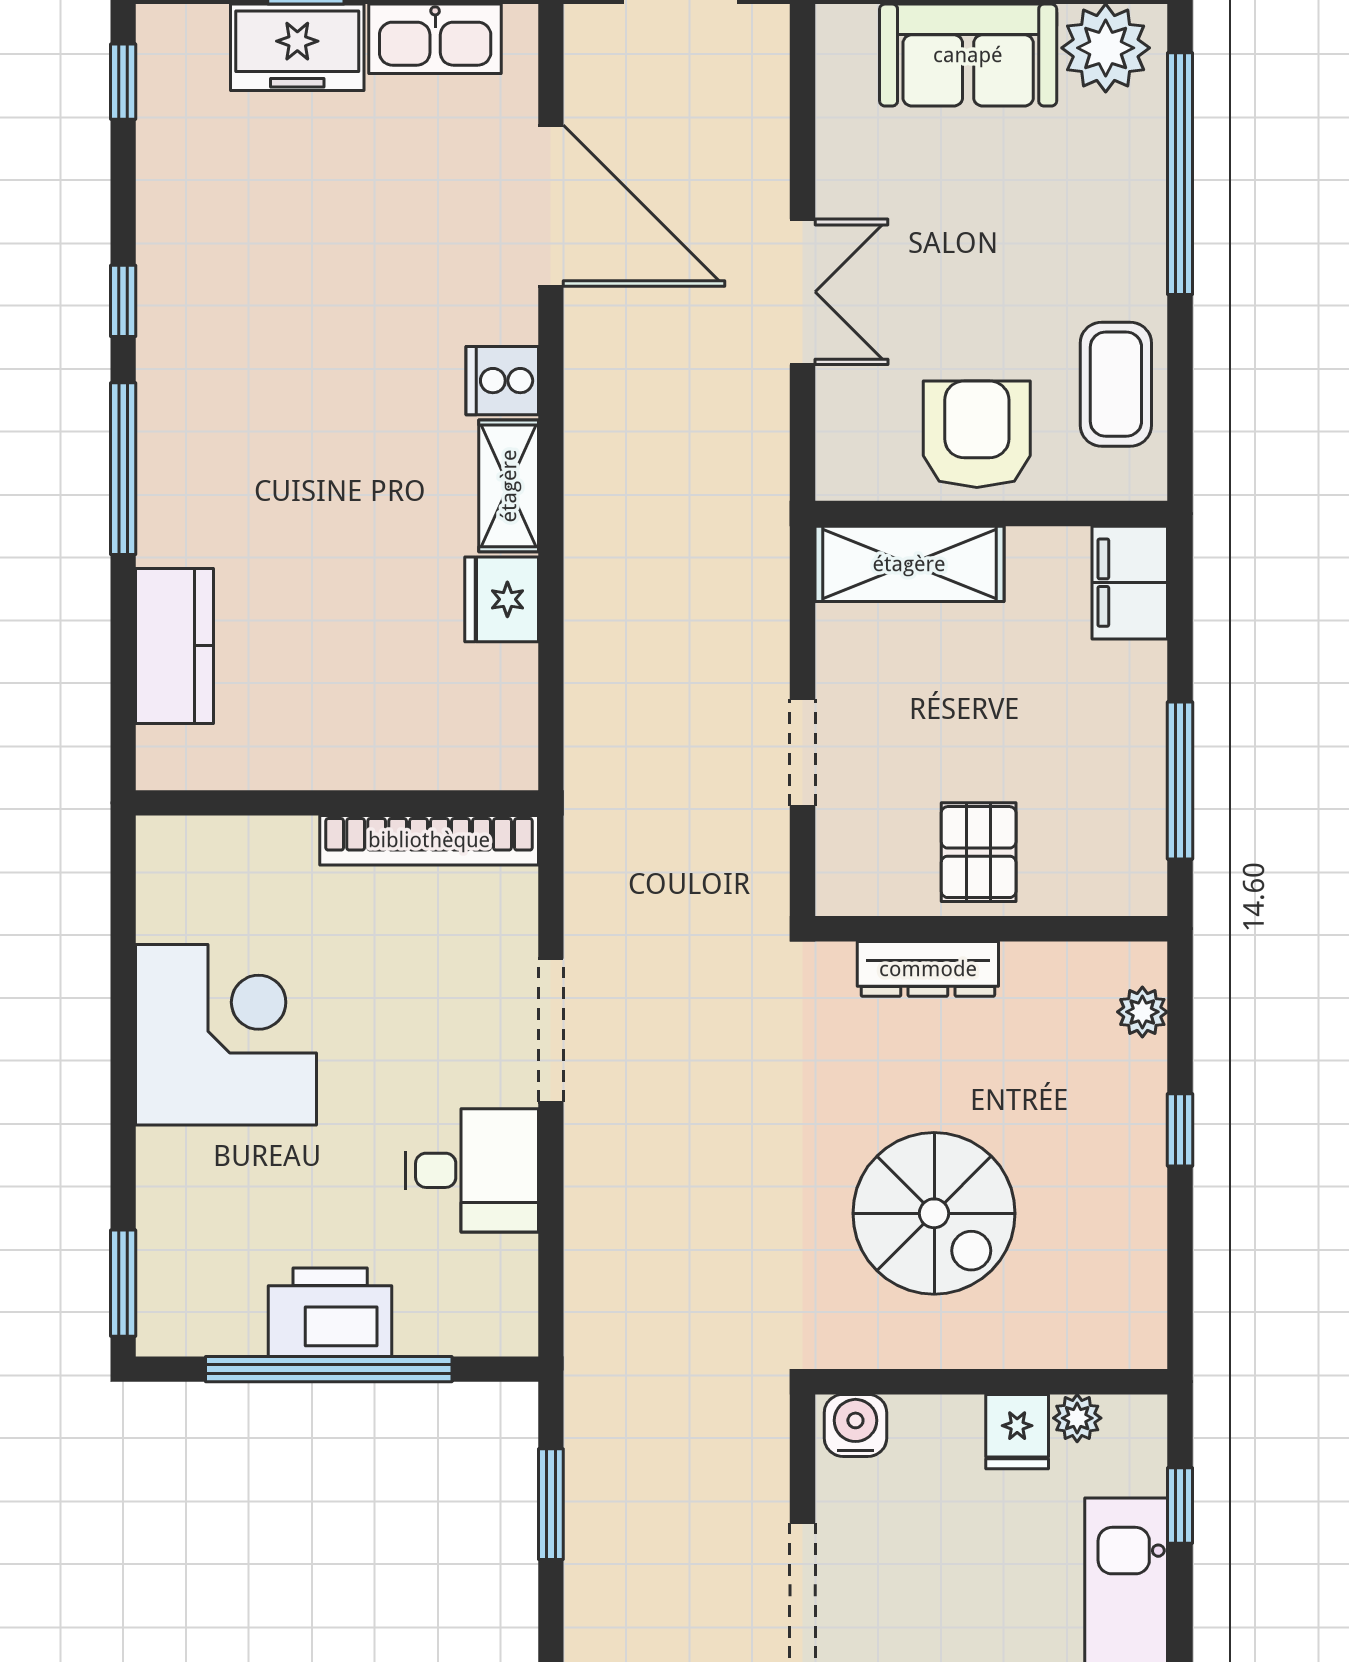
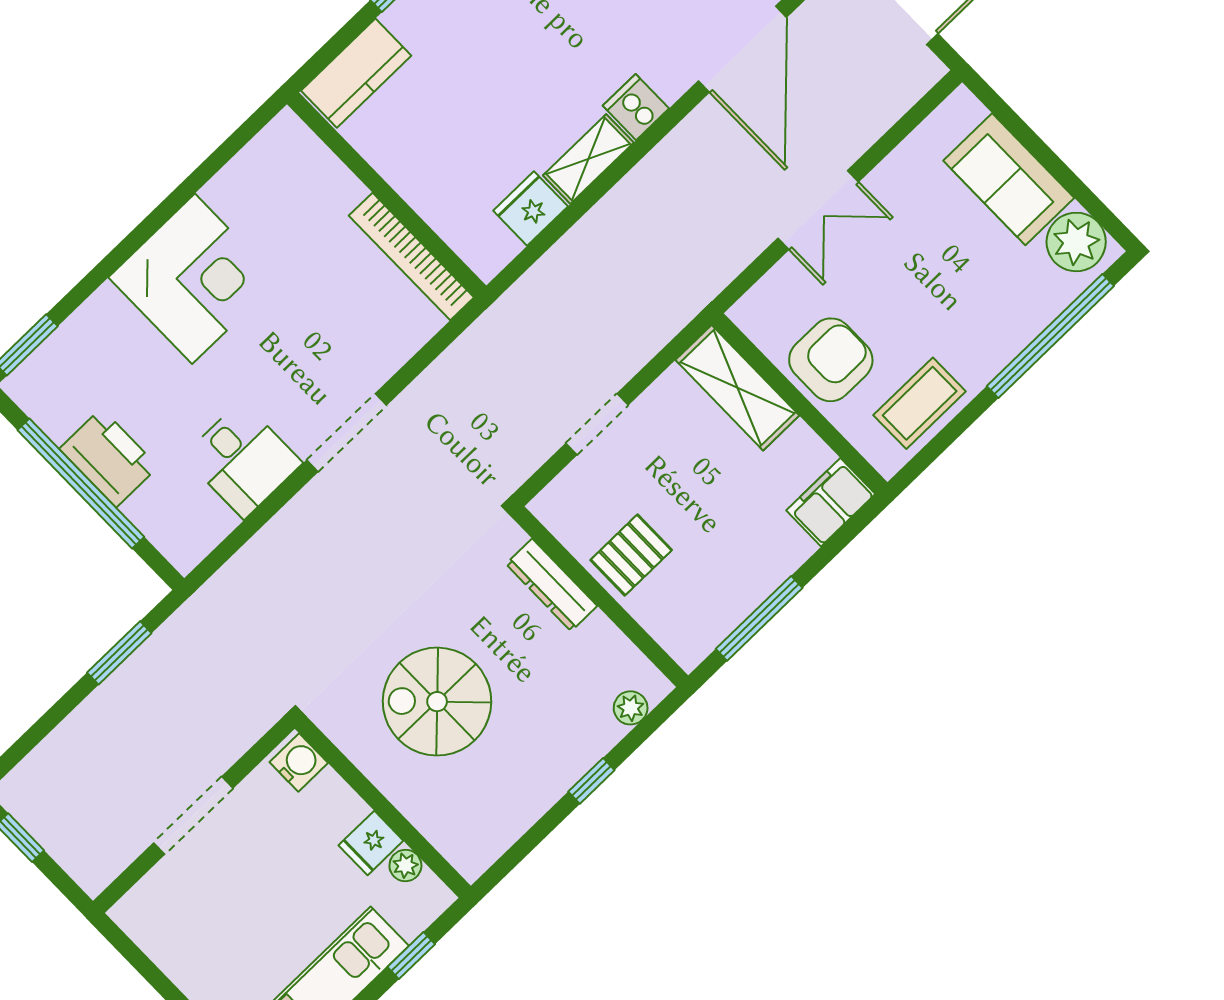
wall: (337, 803) -> (387, 195), moved
bookcase: (429, 840) -> (411, 256), moved
spiral stairs: (934, 1213) -> (437, 702), turned 90

